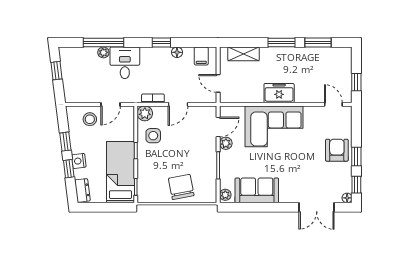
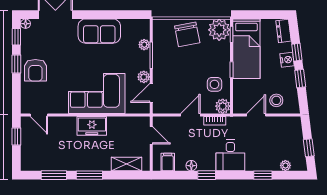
window: (104, 43) -> (263, 175), width x0.46
plant: (103, 52) -> (285, 165), moved
desk: (125, 63) -> (230, 155), moved
sofa: (257, 190) -> (99, 31), moved
plant: (148, 192) -> (219, 30), added
plant: (225, 195) -> (144, 45), moved

